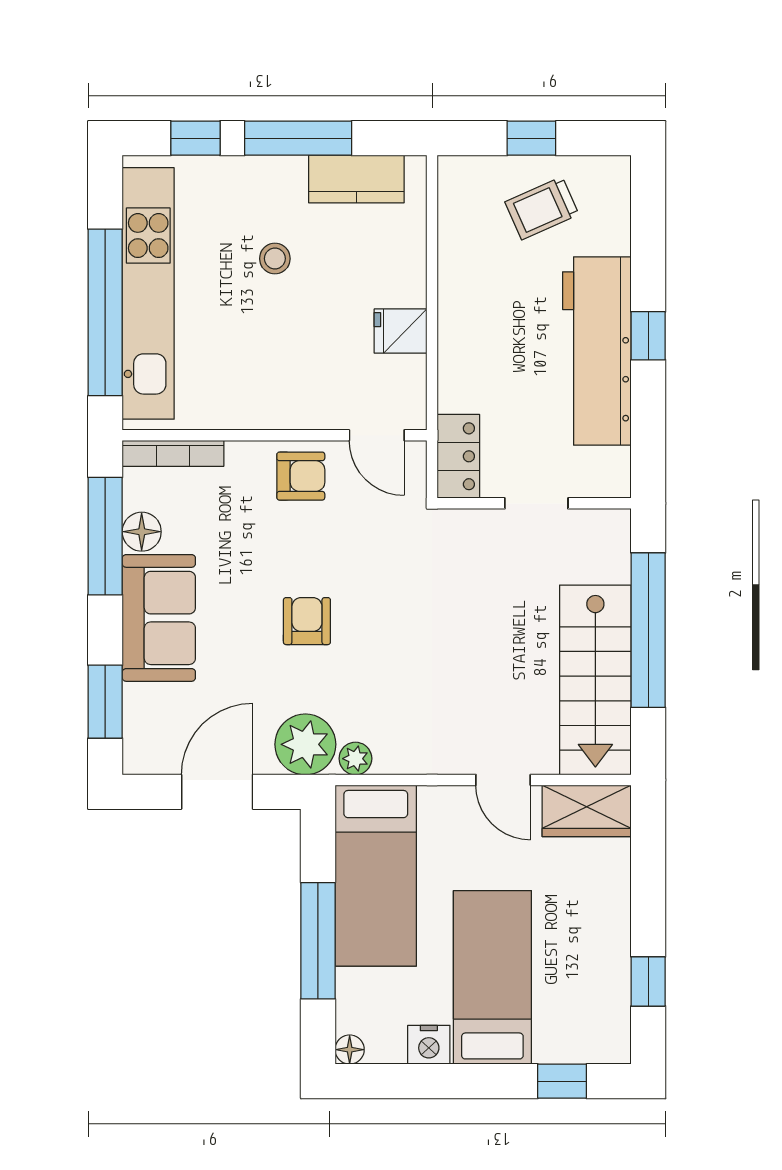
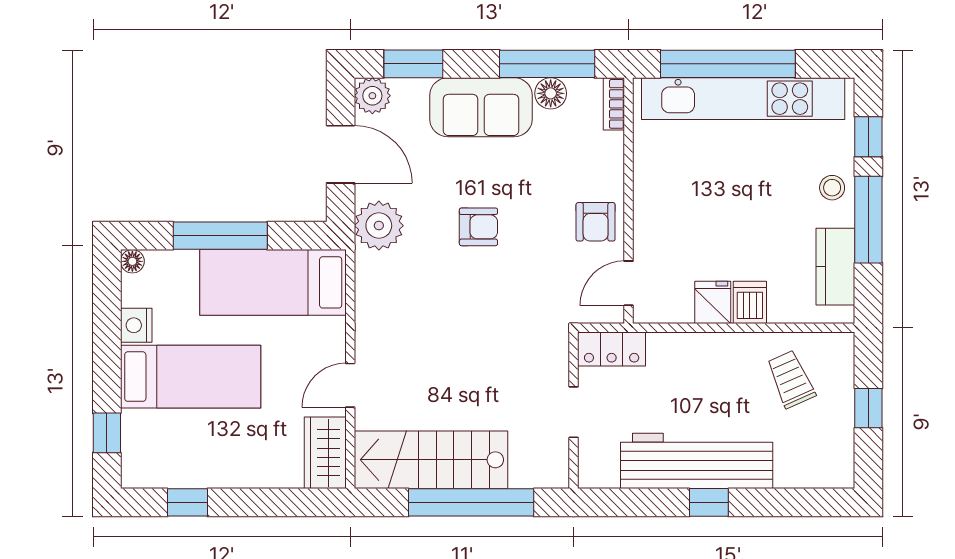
trolley: (542, 208) -> (791, 379), moved
stool: (275, 259) -> (832, 188), moved
dishwasher: (401, 285) -> (750, 302), added
bookcase: (173, 453) -> (614, 104), width x0.64
plant: (355, 759) -> (372, 96), moved, width x1.38, depth x1.38

